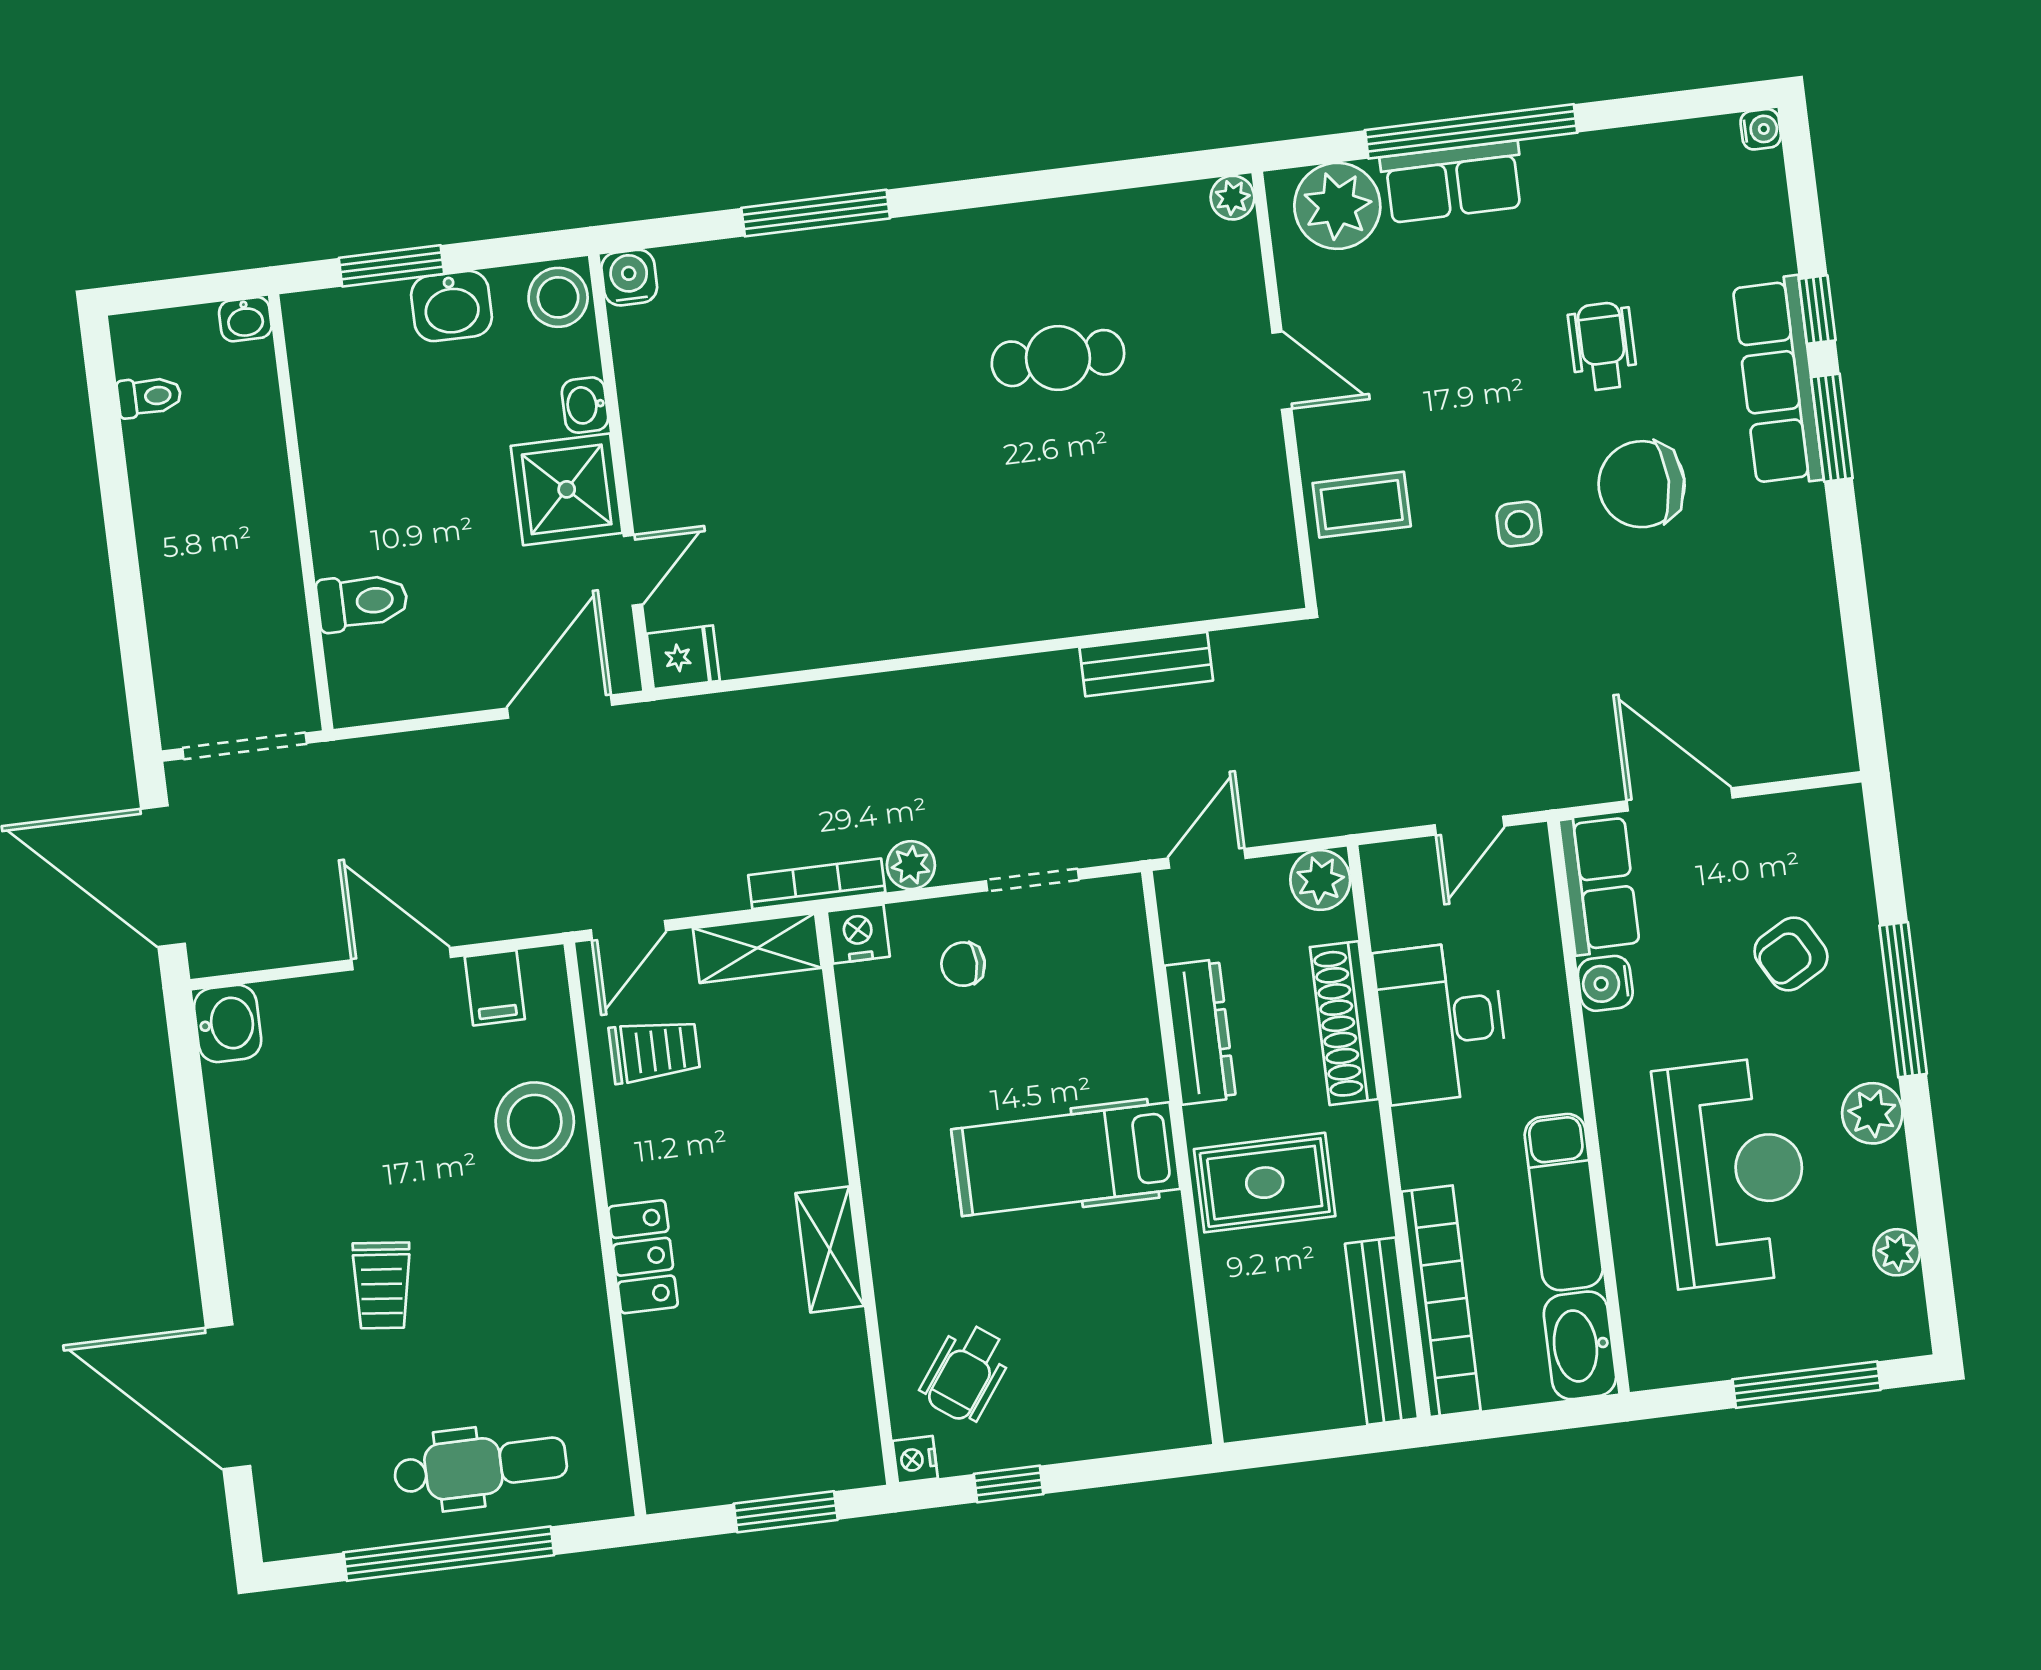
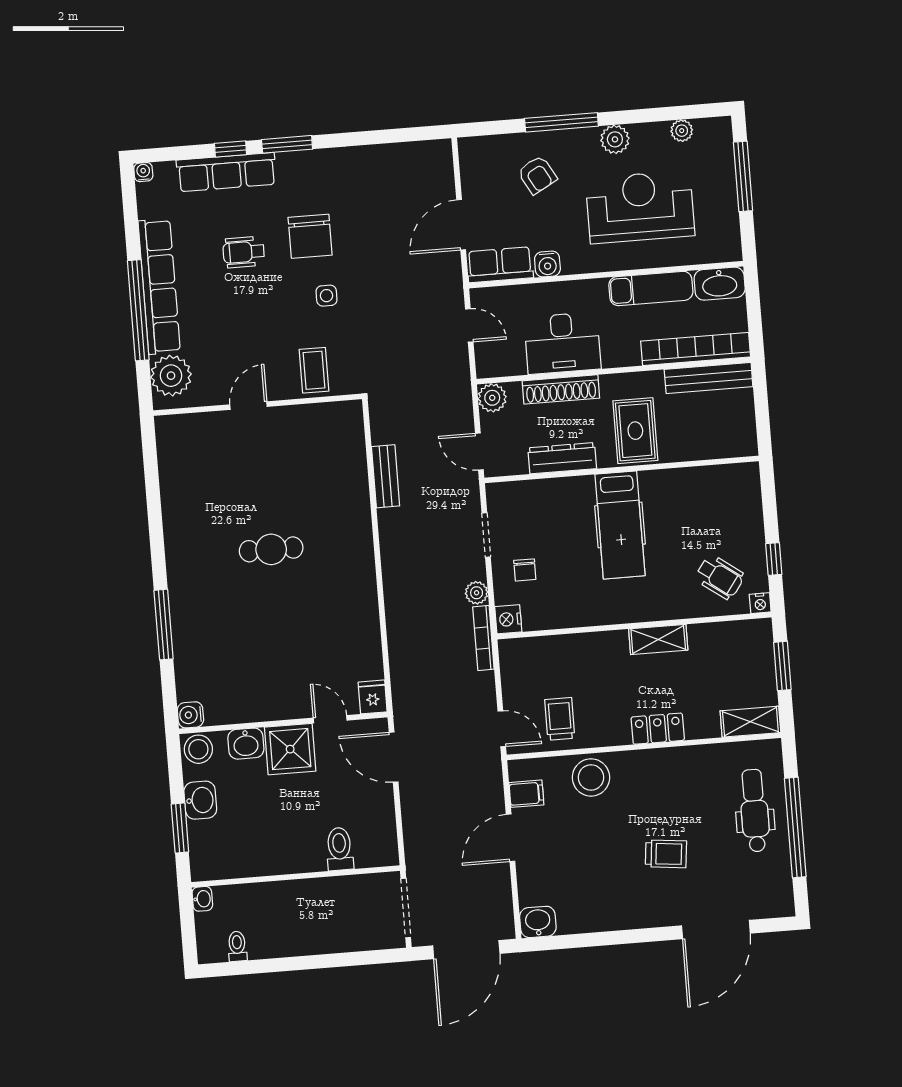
row of seats: (1453, 182) -> (159, 286), width x2.02
plant: (1232, 198) -> (165, 425), removed
cafe table: (1058, 358) -> (271, 549), moved, turned 90
row of seats: (1778, 381) -> (226, 172), moved
washbasin: (585, 405) -> (246, 744), width x1.38, depth x1.45
shelving: (757, 948) -> (750, 722), moved, turned 90

